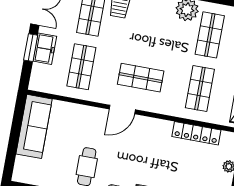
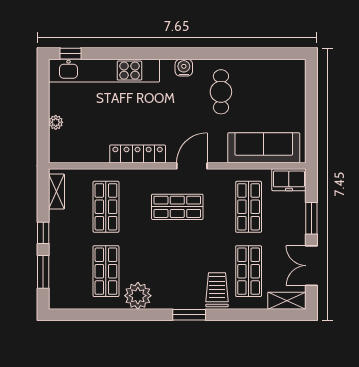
freezer: (45, 49) -> (289, 180), moved, turned -90
sofa: (34, 126) -> (264, 148), moved, turned 90
locker: (196, 133) -> (138, 154), moved

